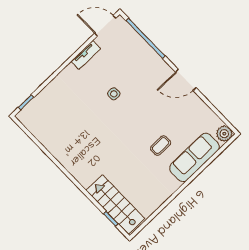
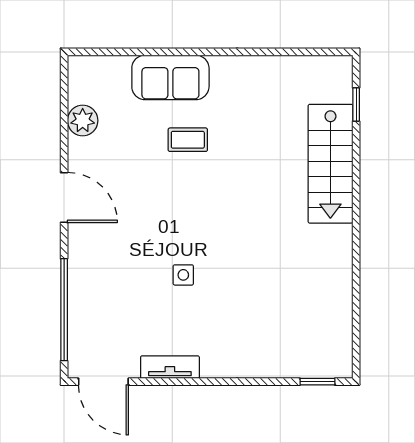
plant: (224, 134) -> (83, 121), moved
sofa: (194, 157) -> (170, 77), width x0.73
stairs: (115, 204) -> (330, 164), moved

